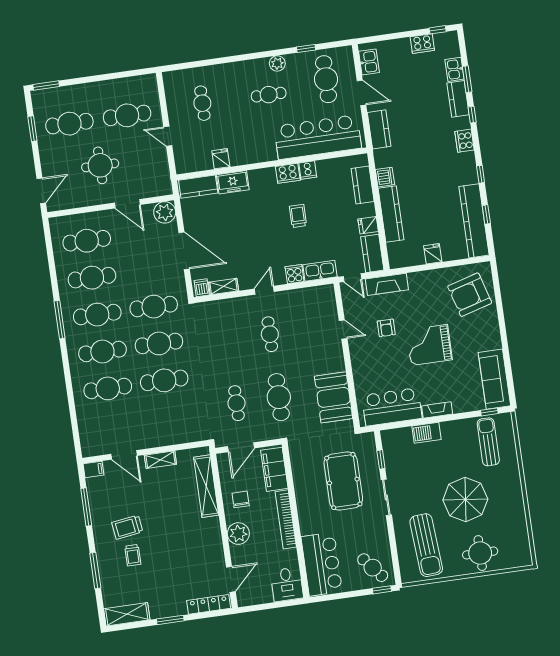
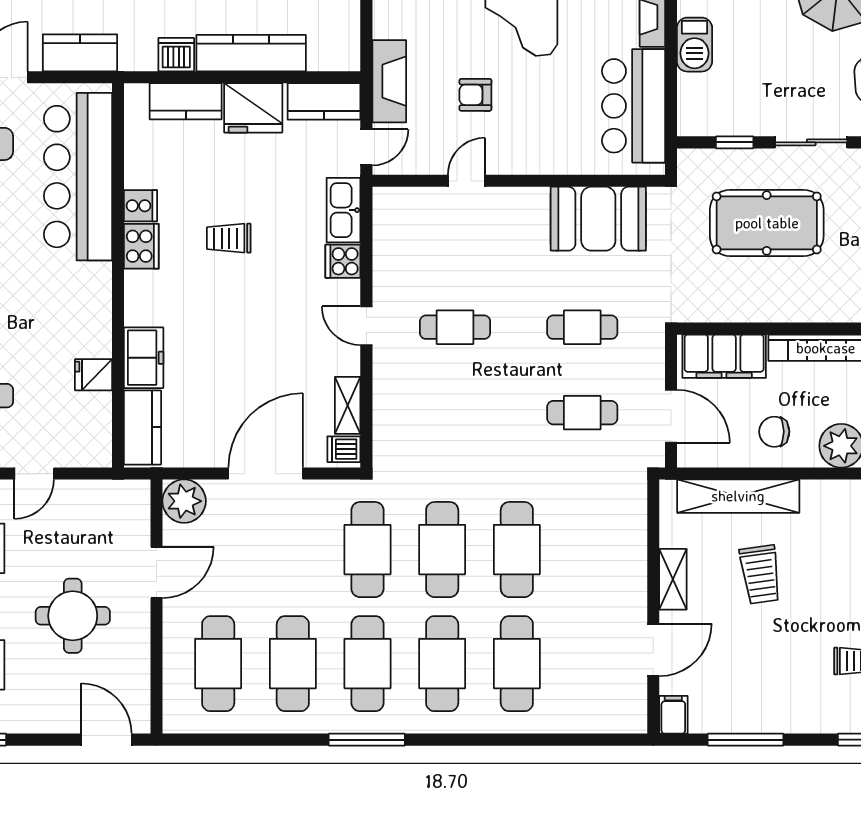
fridge: (368, 225) -> (253, 108), width x1.88, depth x1.34
armchair: (386, 328) -> (475, 95), turned 180
cafe table: (279, 397) -> (582, 327), width x0.73, depth x0.74
trolley: (127, 527) -> (760, 574), moved

